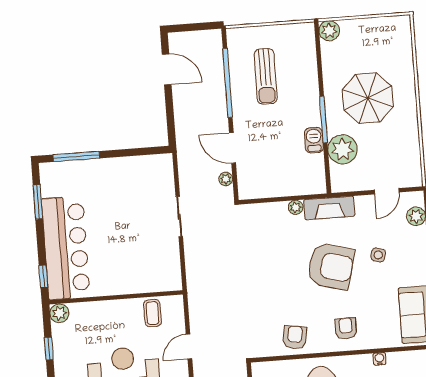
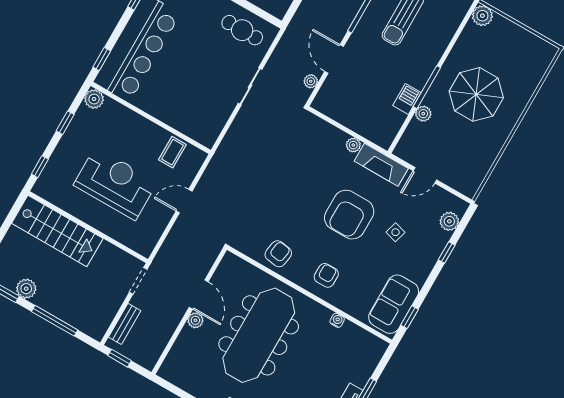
plant: (343, 149) -> (423, 114), width x0.53, depth x0.53
cafe table: (142, 175) -> (242, 30), added
door: (387, 191) -> (425, 175), moved
armchair: (331, 266) -> (349, 215), turned 75

